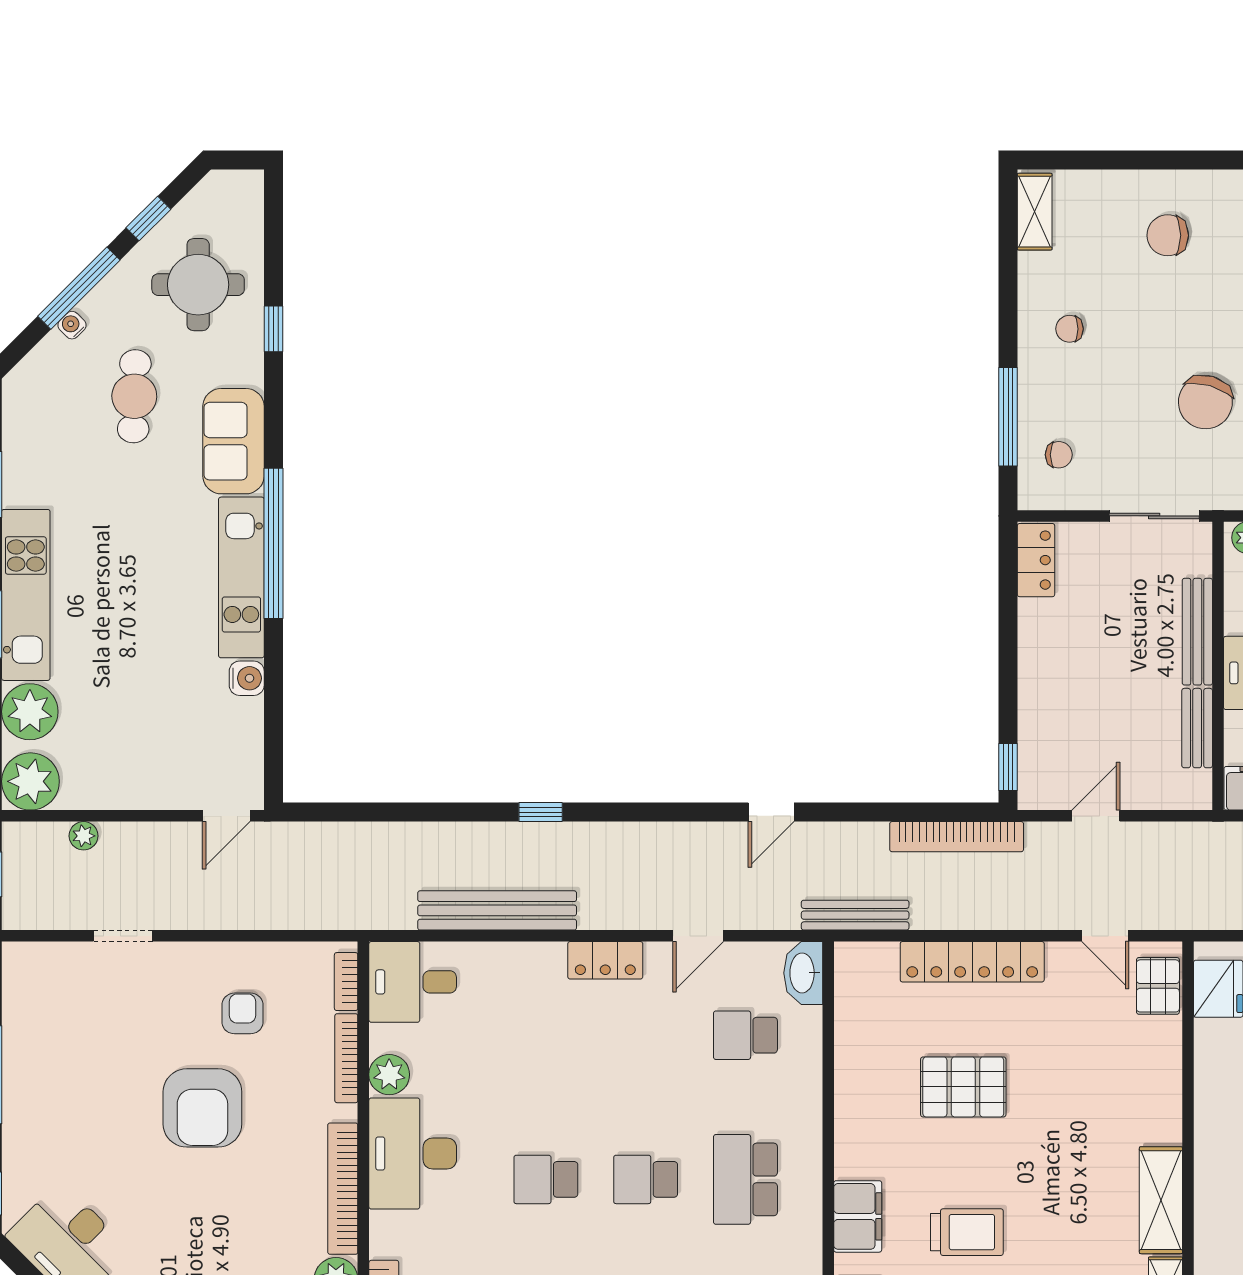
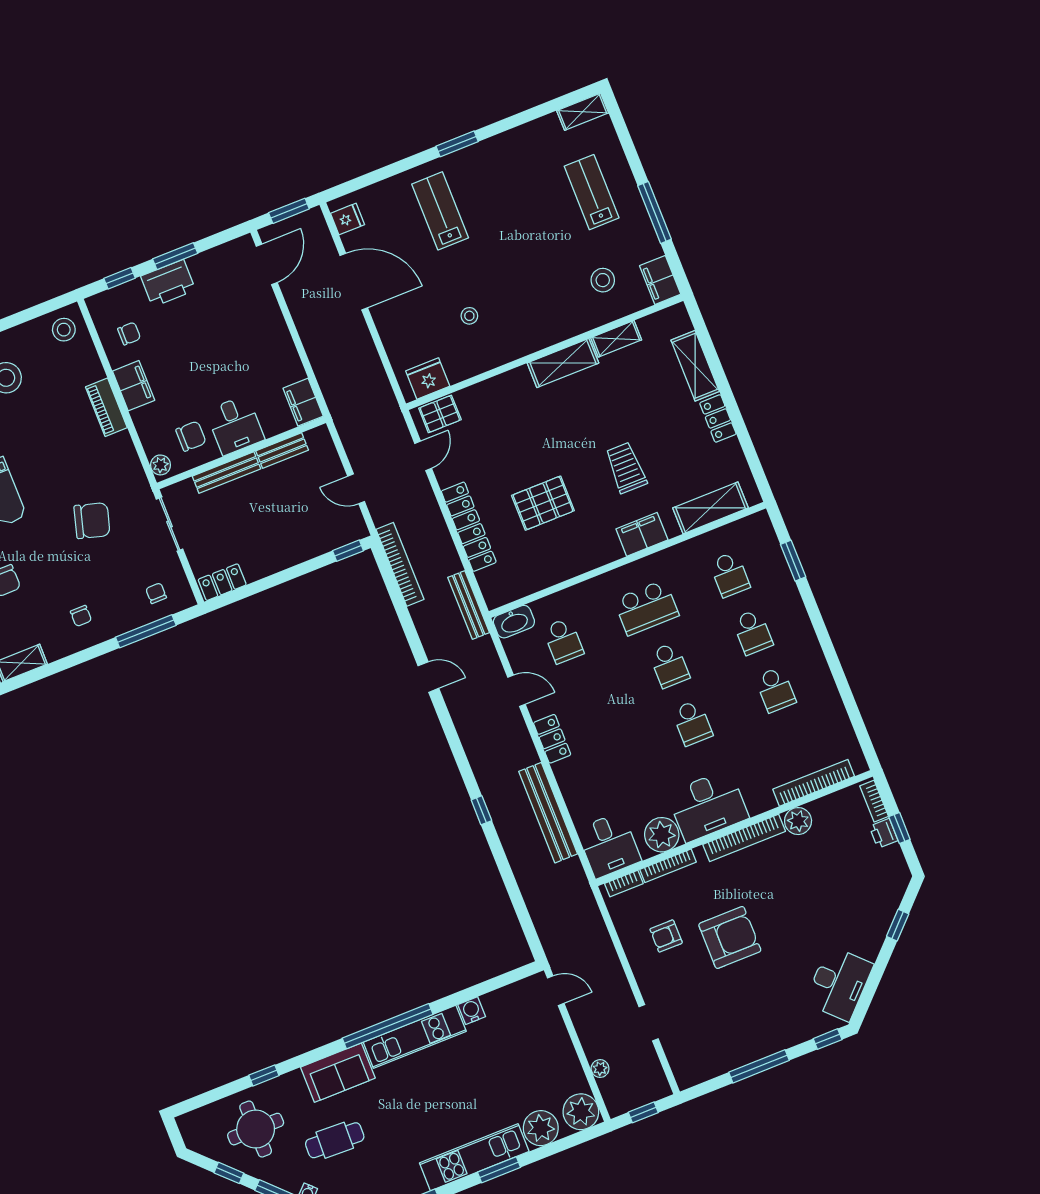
plant: (389, 1075) -> (662, 835), width x1.36, depth x1.36
pallet: (963, 1087) -> (543, 503), turned 90

